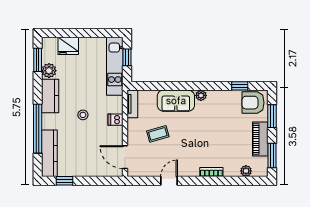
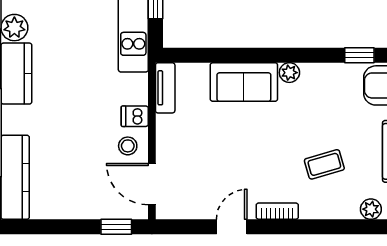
stool: (83, 115) -> (128, 146), moved
coffee table: (158, 134) -> (324, 164), moved
bookcase: (211, 172) -> (277, 211), moved
window: (64, 181) -> (116, 227), moved

